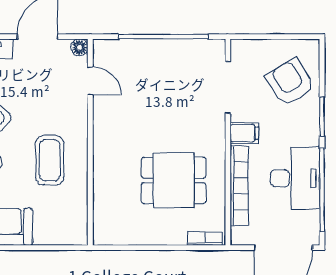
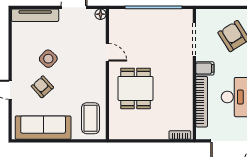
door: (90, 81) -> (107, 52), moved
coffee table: (50, 160) -> (91, 118), moved
dining table: (174, 180) -> (136, 88), moved, turned 90

